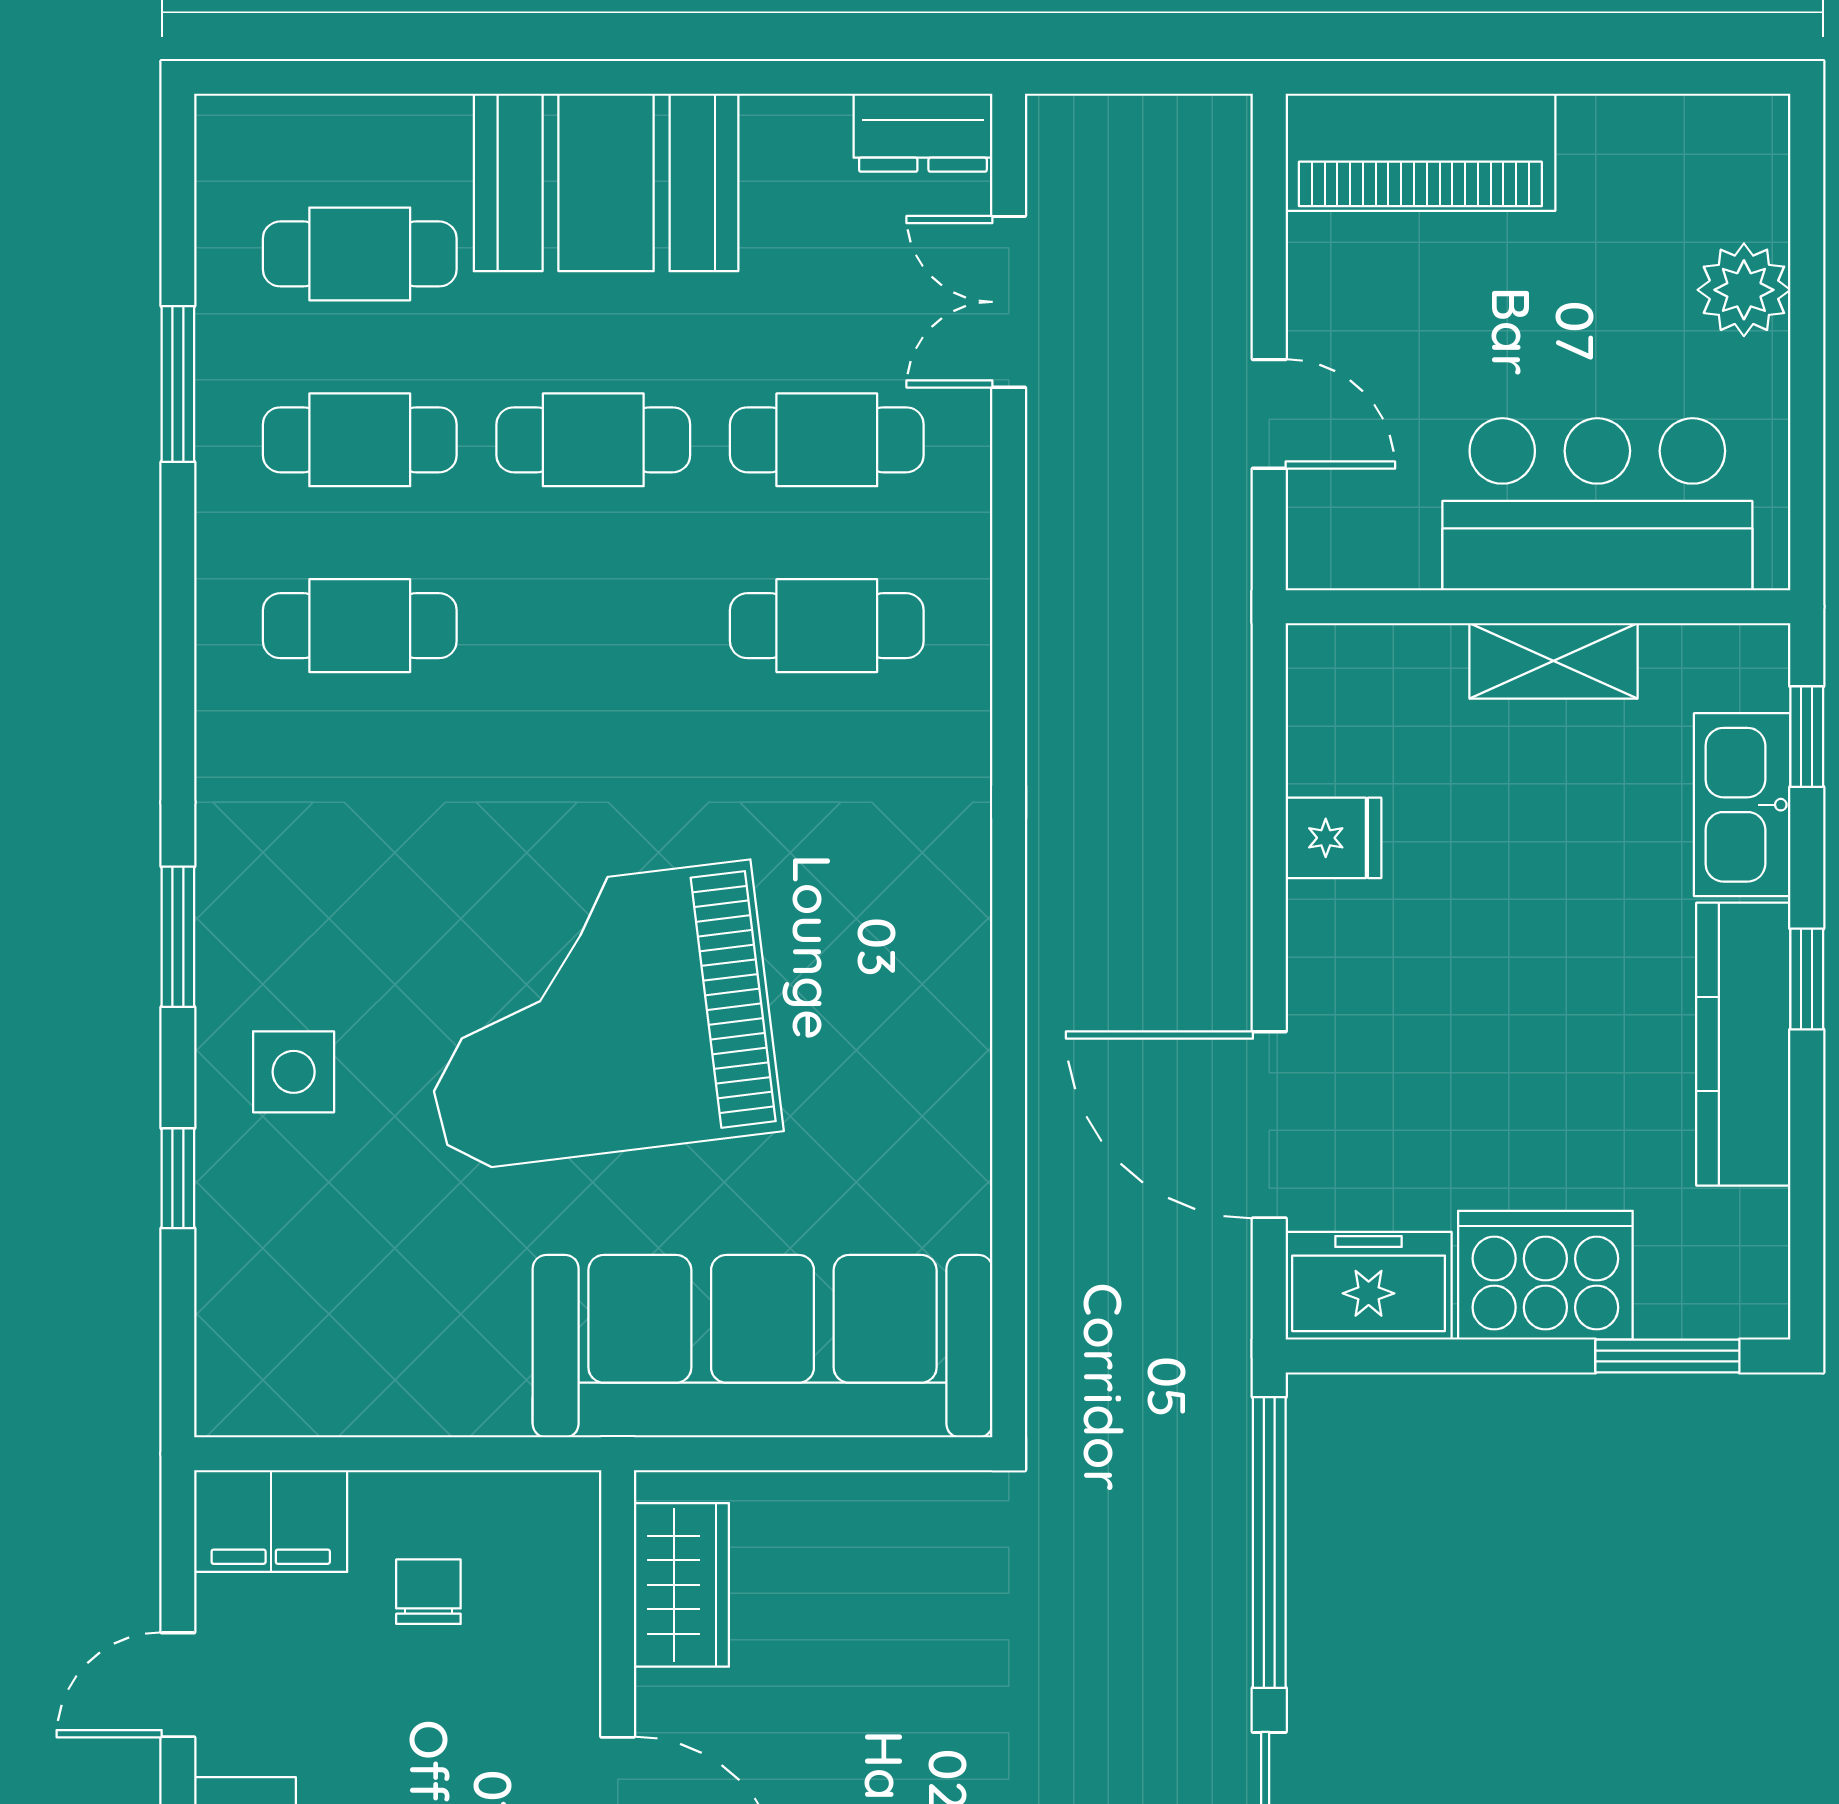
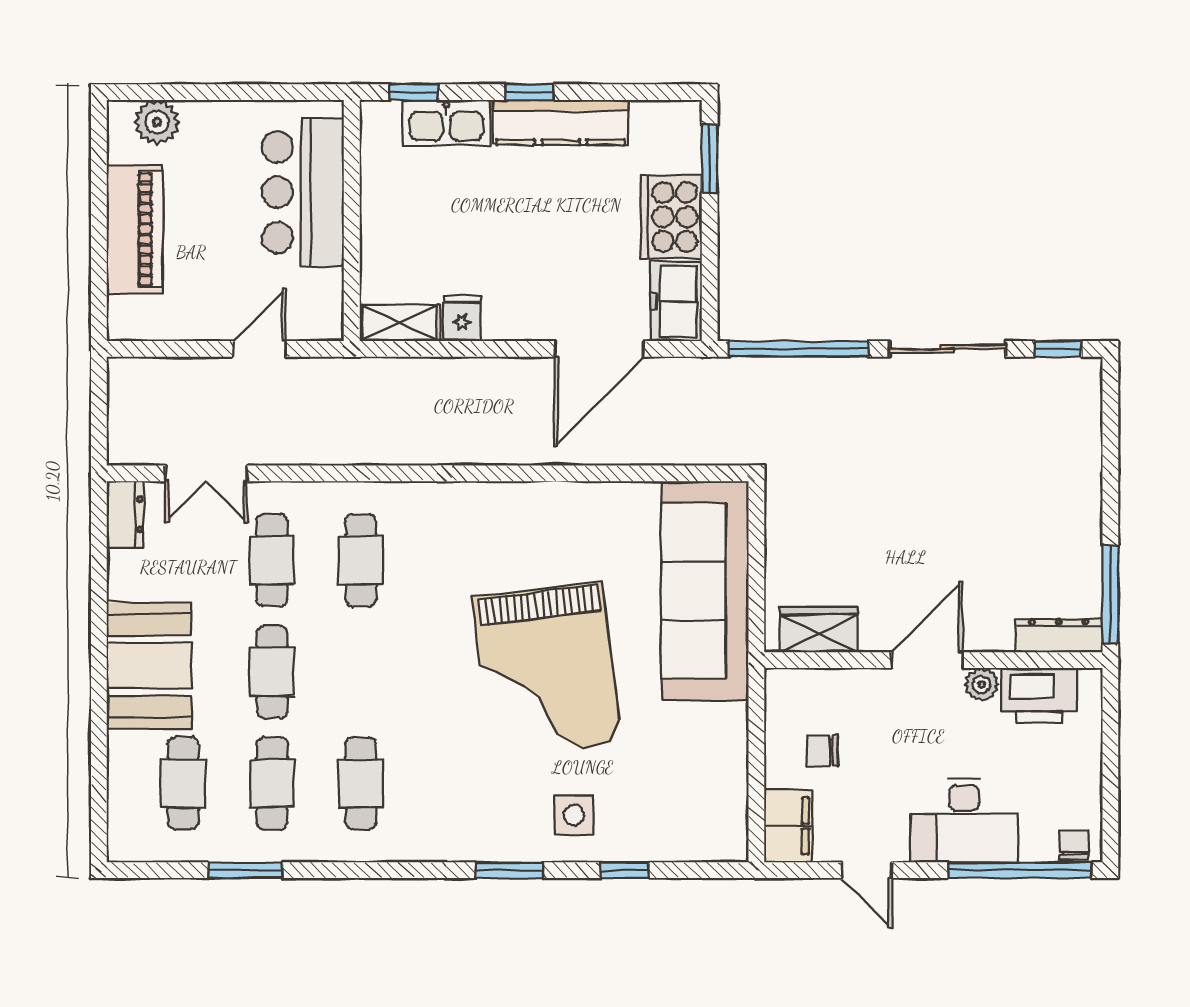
piano: (1420, 152) -> (135, 229), moved
plant: (1744, 290) -> (157, 122), moved
shelving: (1553, 661) -> (400, 323), moved, turned 90

